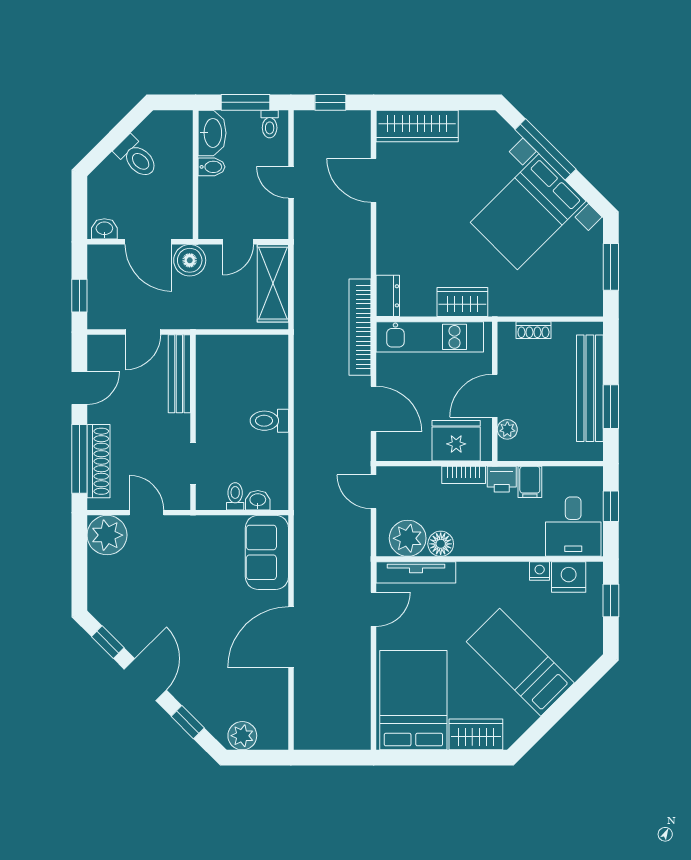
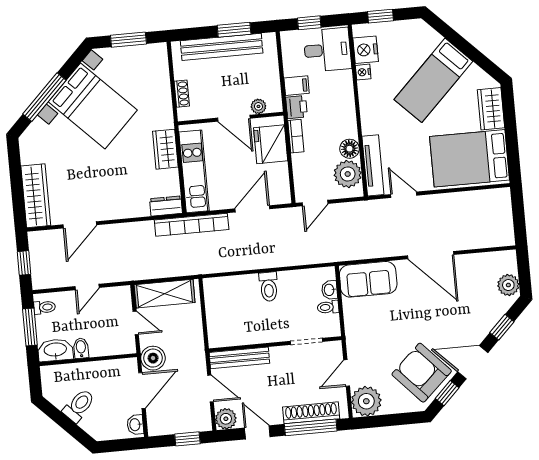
plant: (101, 349) -> (226, 419), added
armchair: (138, 611) -> (422, 373), added

